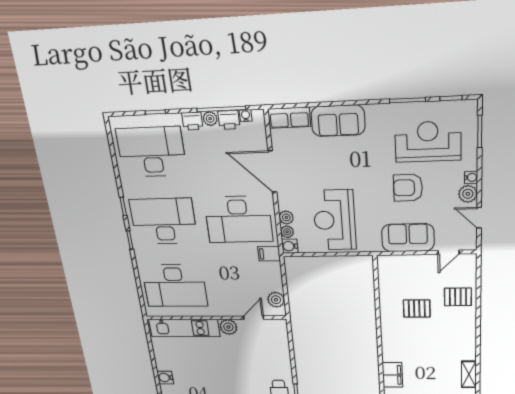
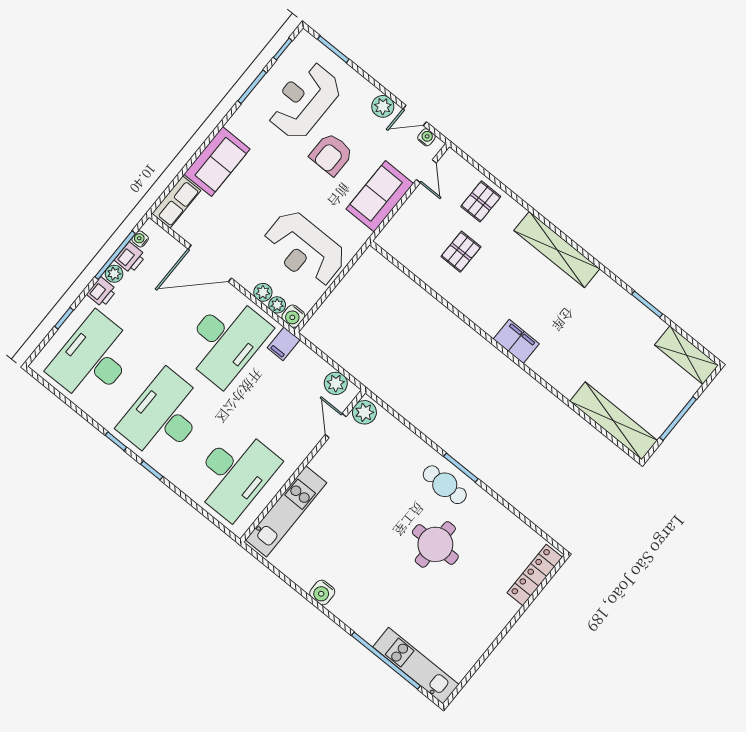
water cooler: (471, 177) -> (426, 137), moved
plant: (228, 327) -> (364, 412), moved
shelving: (469, 374) -> (557, 250), width x2.20, depth x1.33

